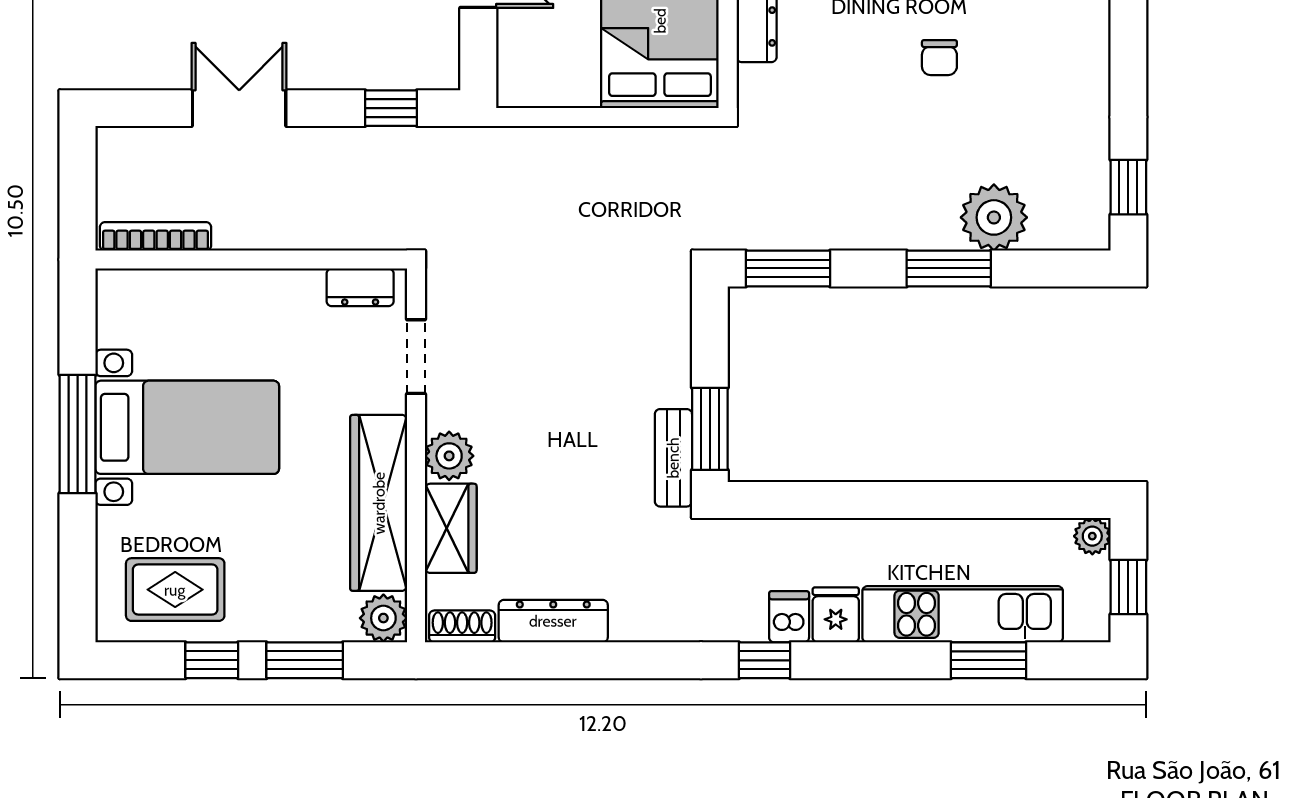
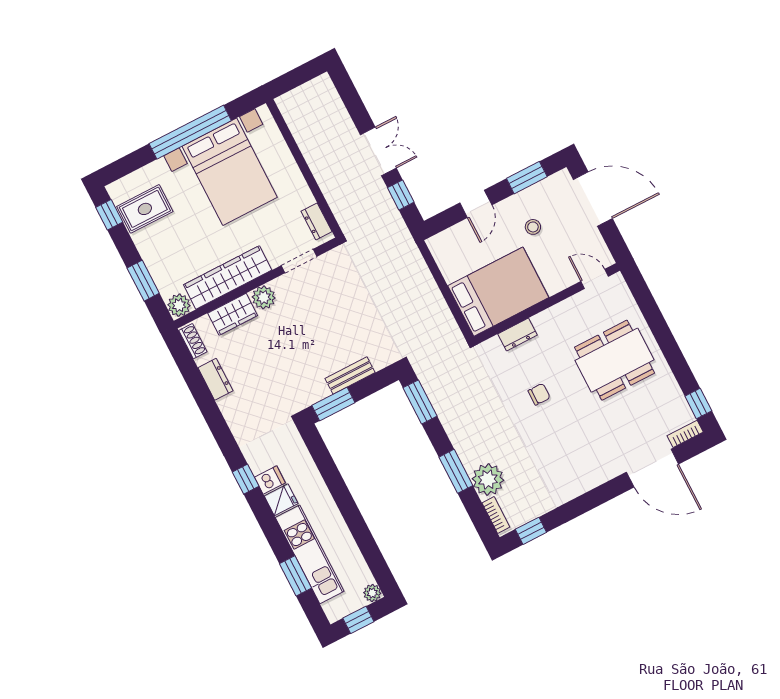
chair: (939, 58) -> (539, 394), moved, turned 180
double door: (239, 108) -> (378, 151), moved
bookcase: (156, 236) -> (496, 515), moved, width x0.64
bed with nightstands: (187, 427) -> (230, 172), width x1.36
window: (78, 434) -> (190, 132), width x1.46
bench: (673, 458) -> (350, 375), moved
rug: (175, 590) -> (145, 209), turned 90
dresser: (553, 621) -> (215, 379), width x0.70
window: (212, 660) -> (109, 215), moved

